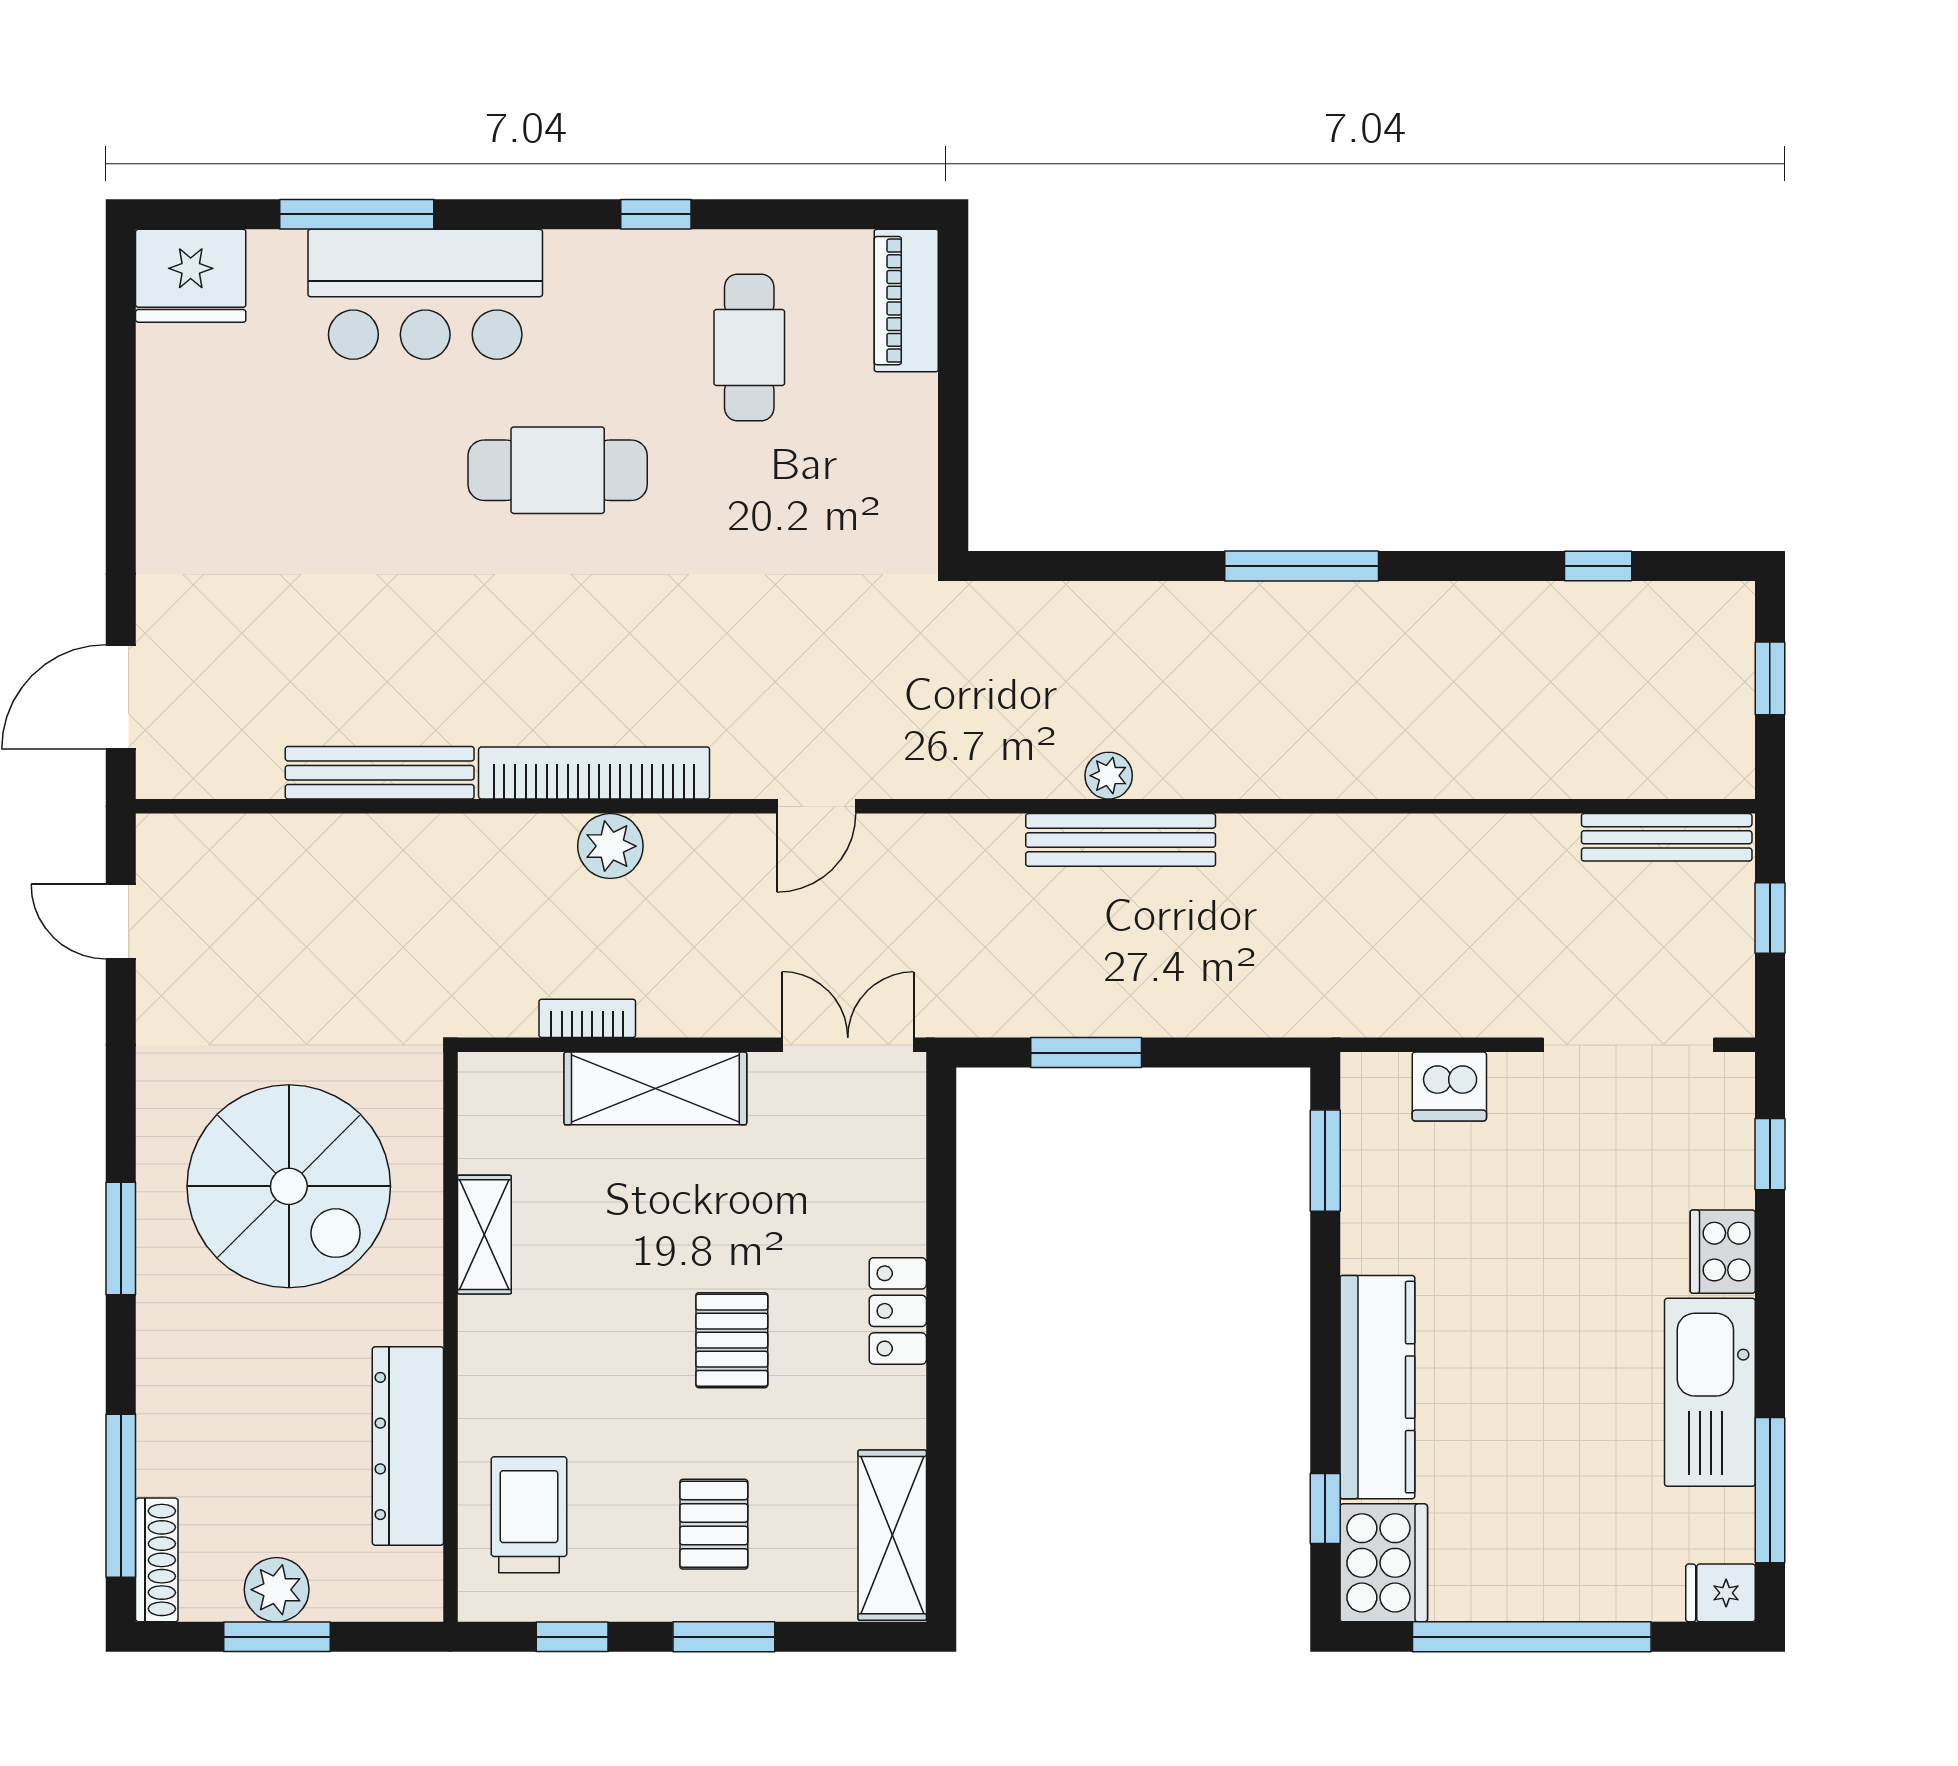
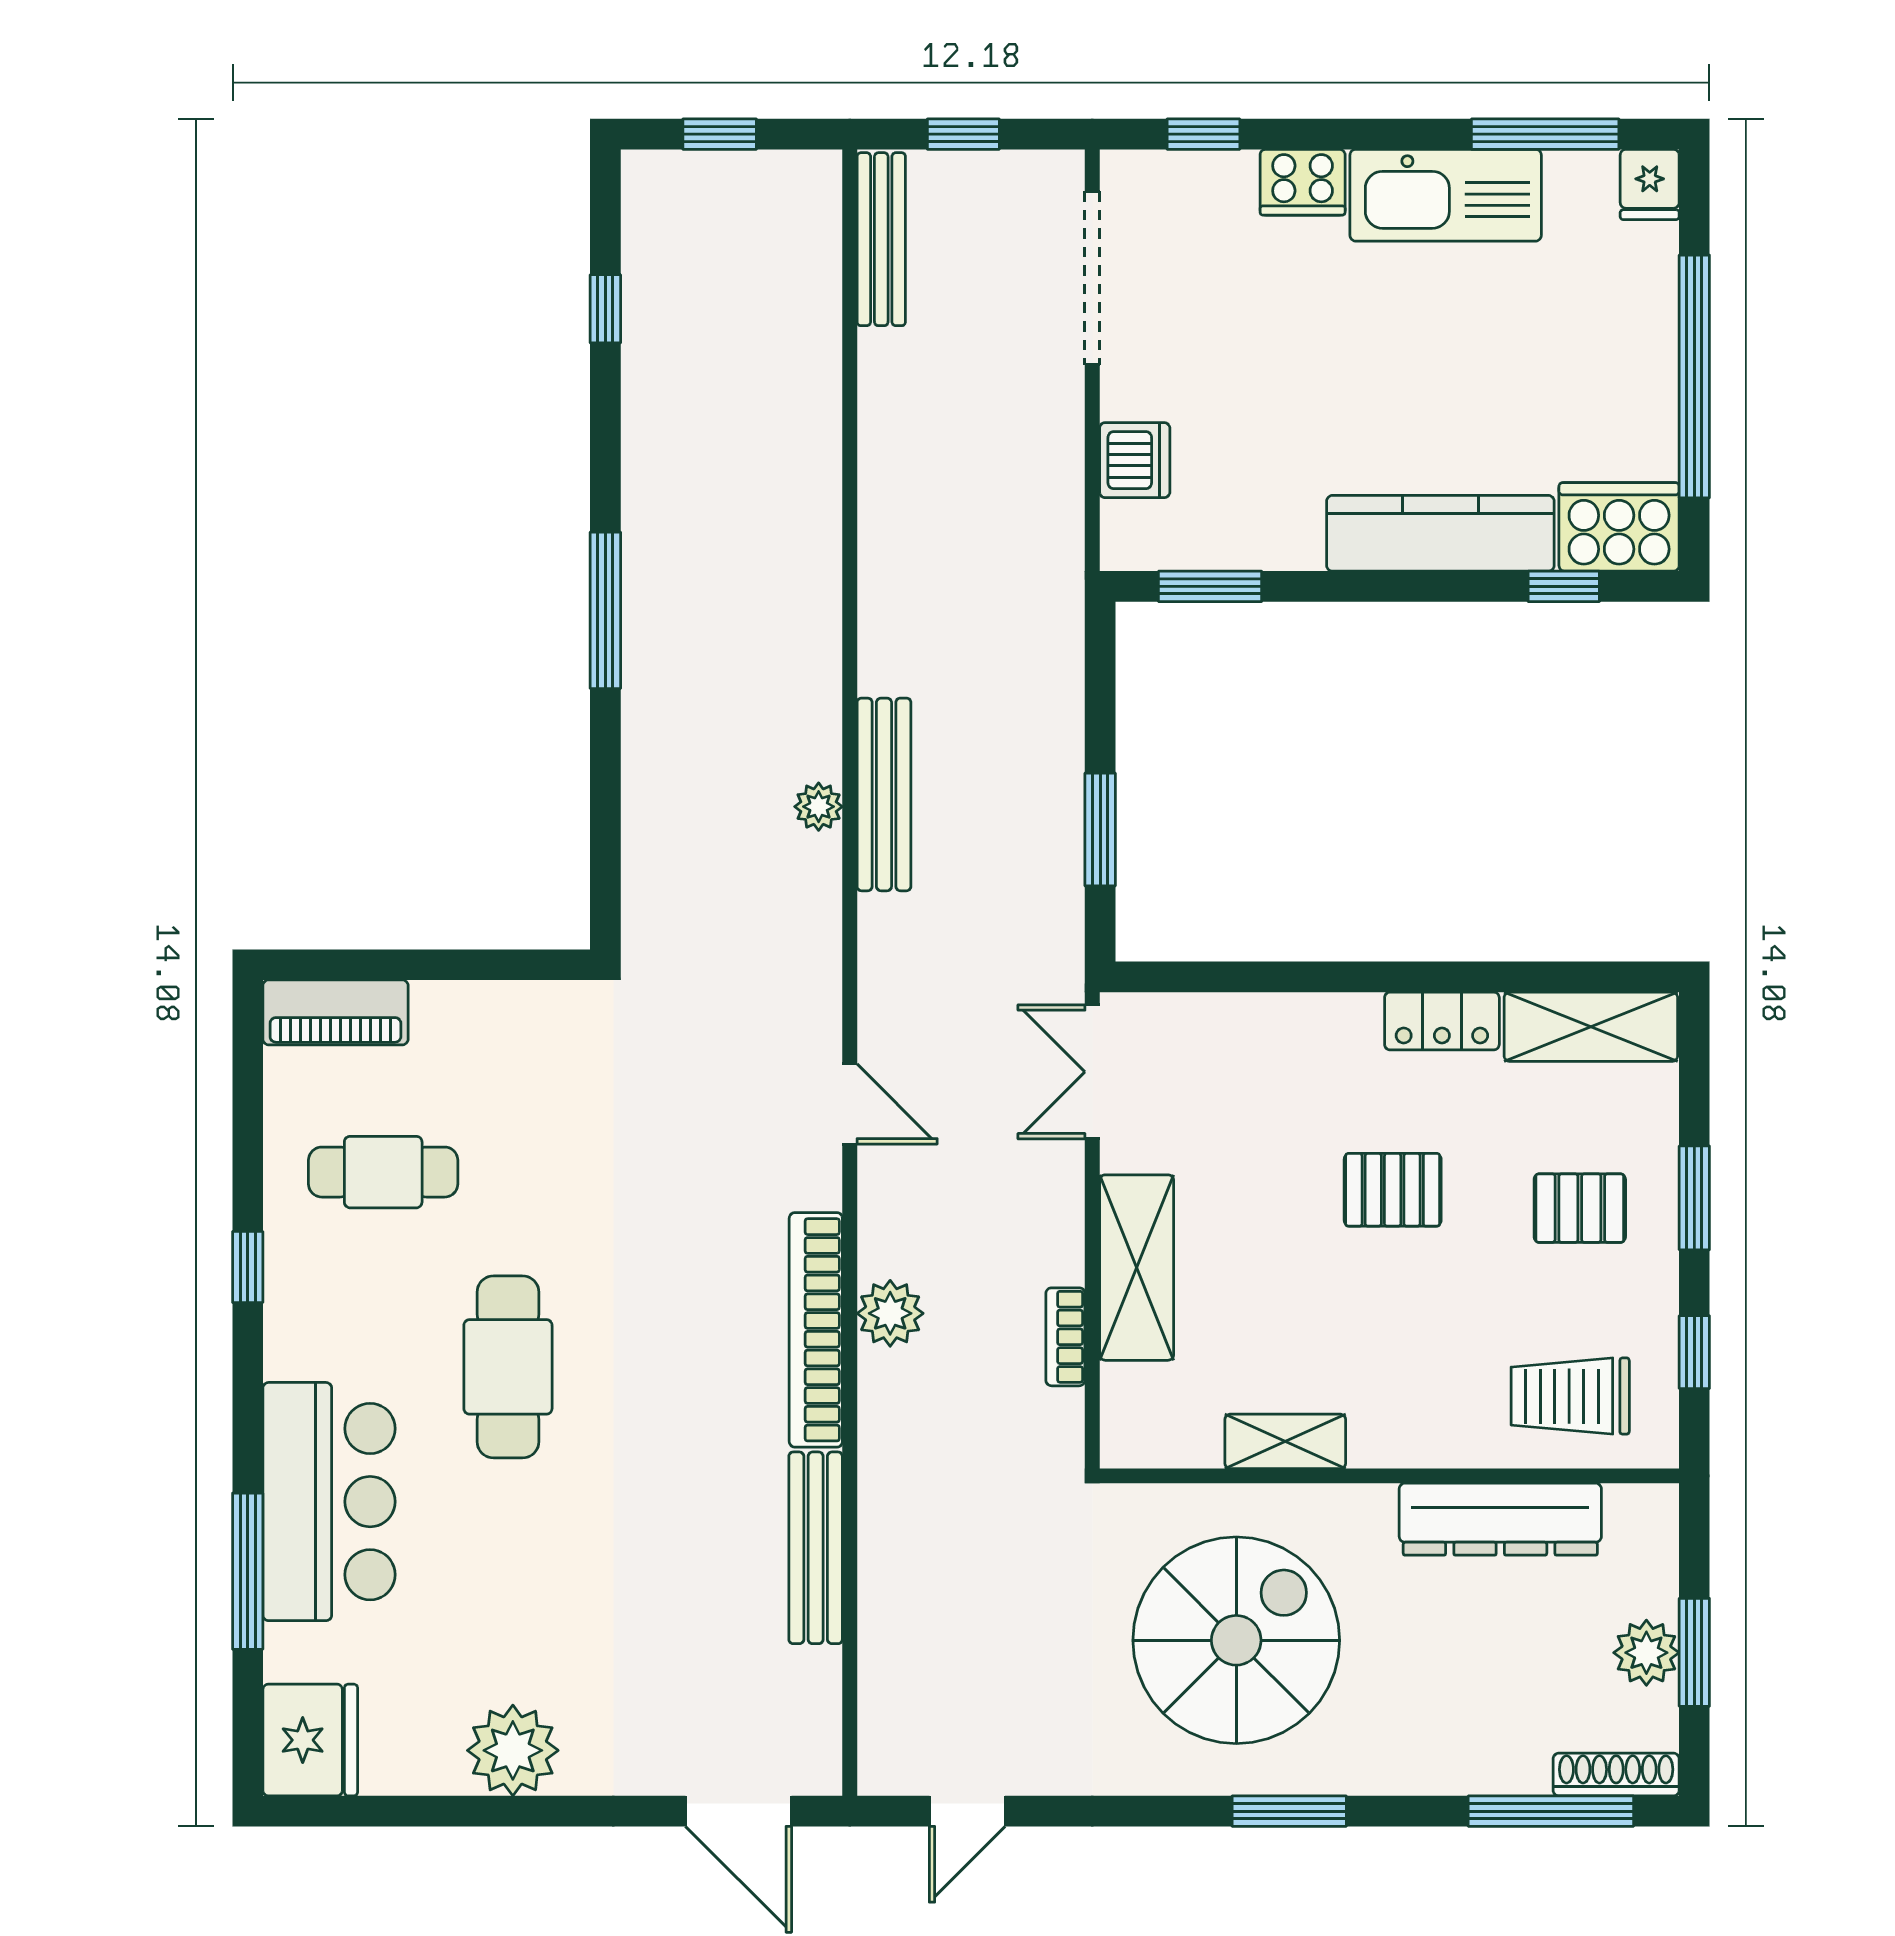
plant: (180, 475) -> (513, 1750), added
locker: (898, 1311) -> (1442, 1021), moved

